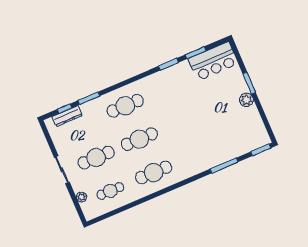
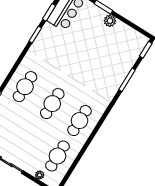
cafe table: (96, 158) -> (30, 139), removed
cafe table: (110, 191) -> (57, 156), width x1.37, depth x1.35

